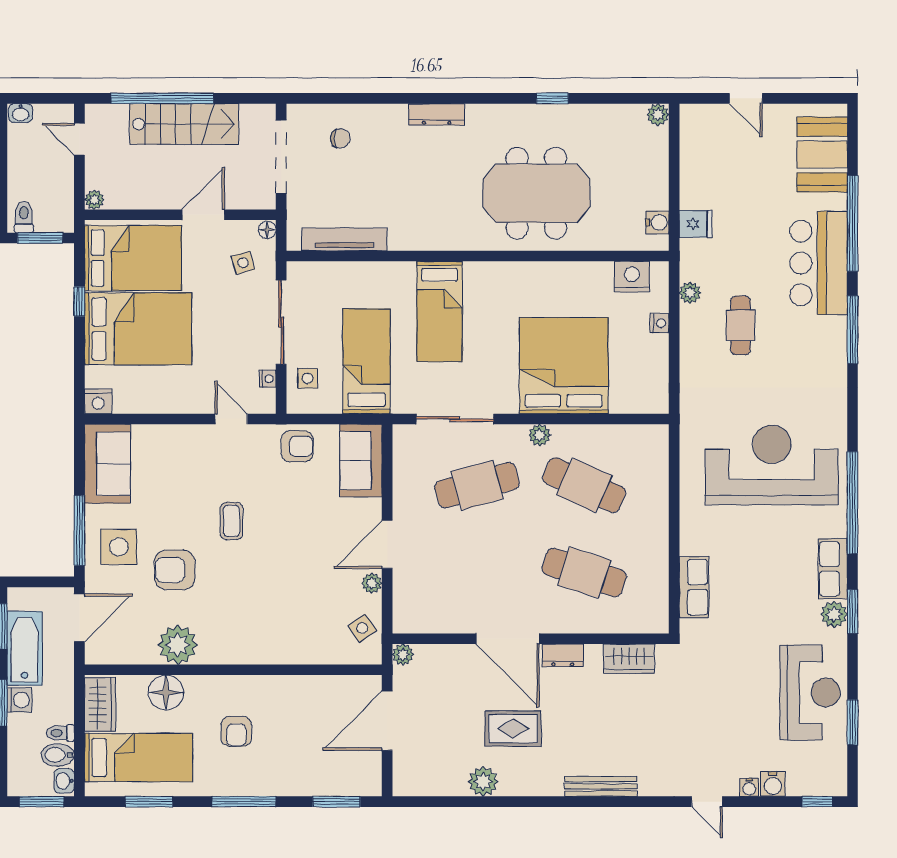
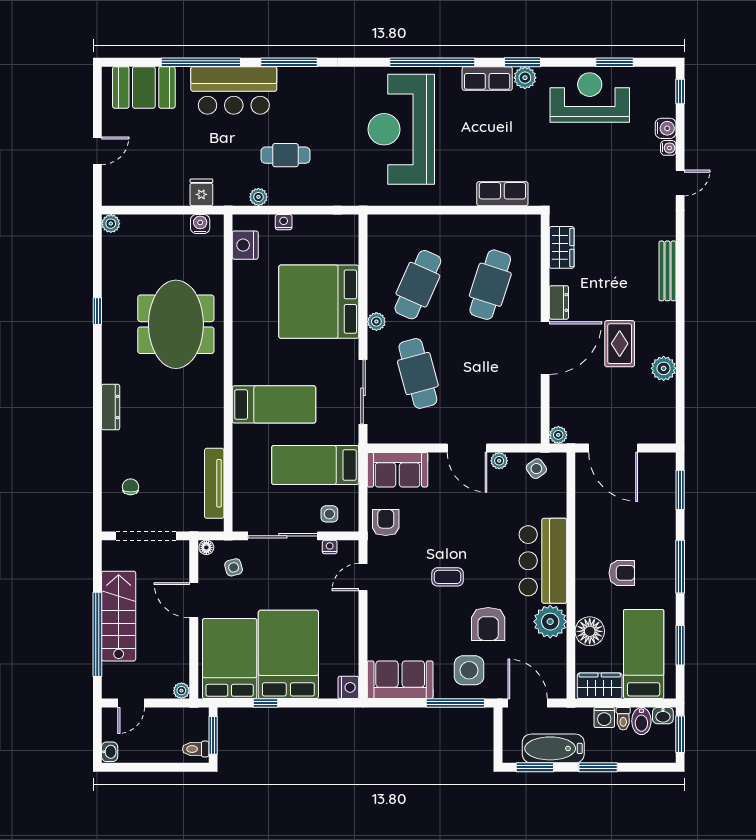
bar counter: (251, 636) -> (543, 561), added
washing machine: (19, 700) -> (604, 717), moved, turned 180

